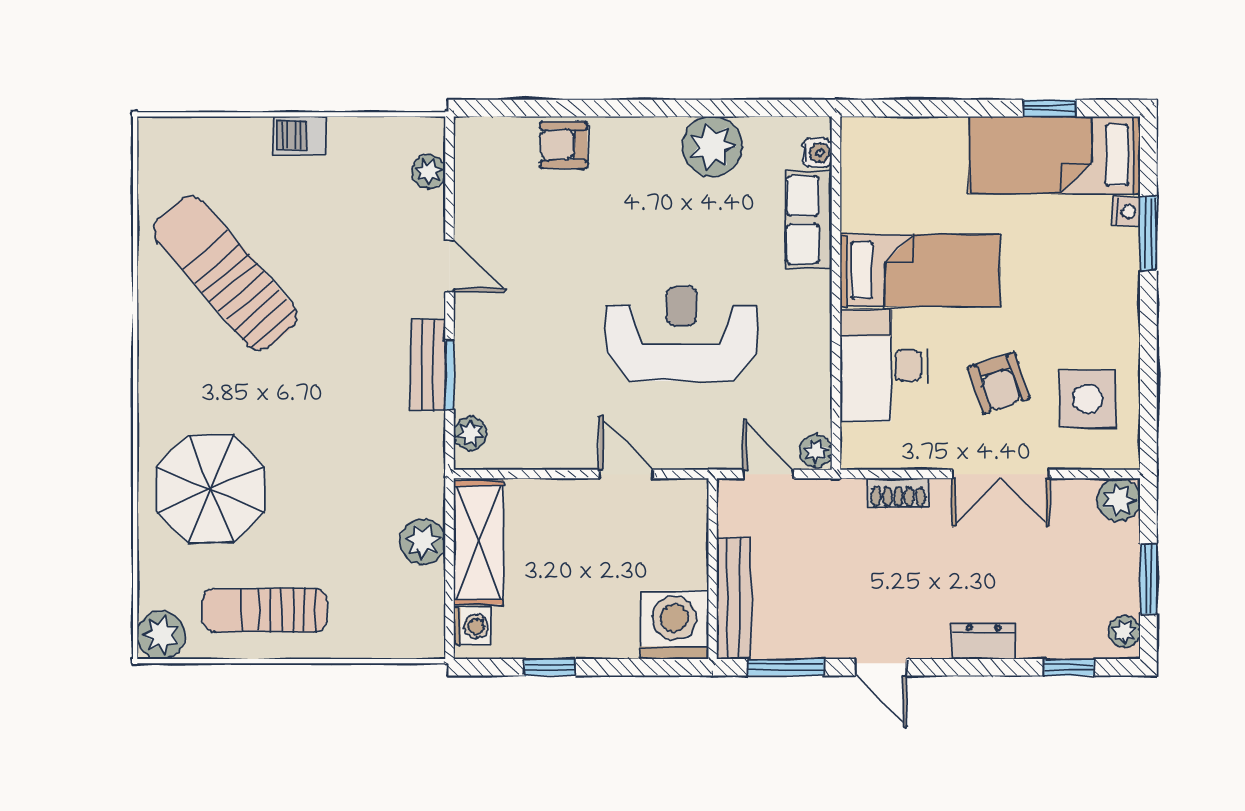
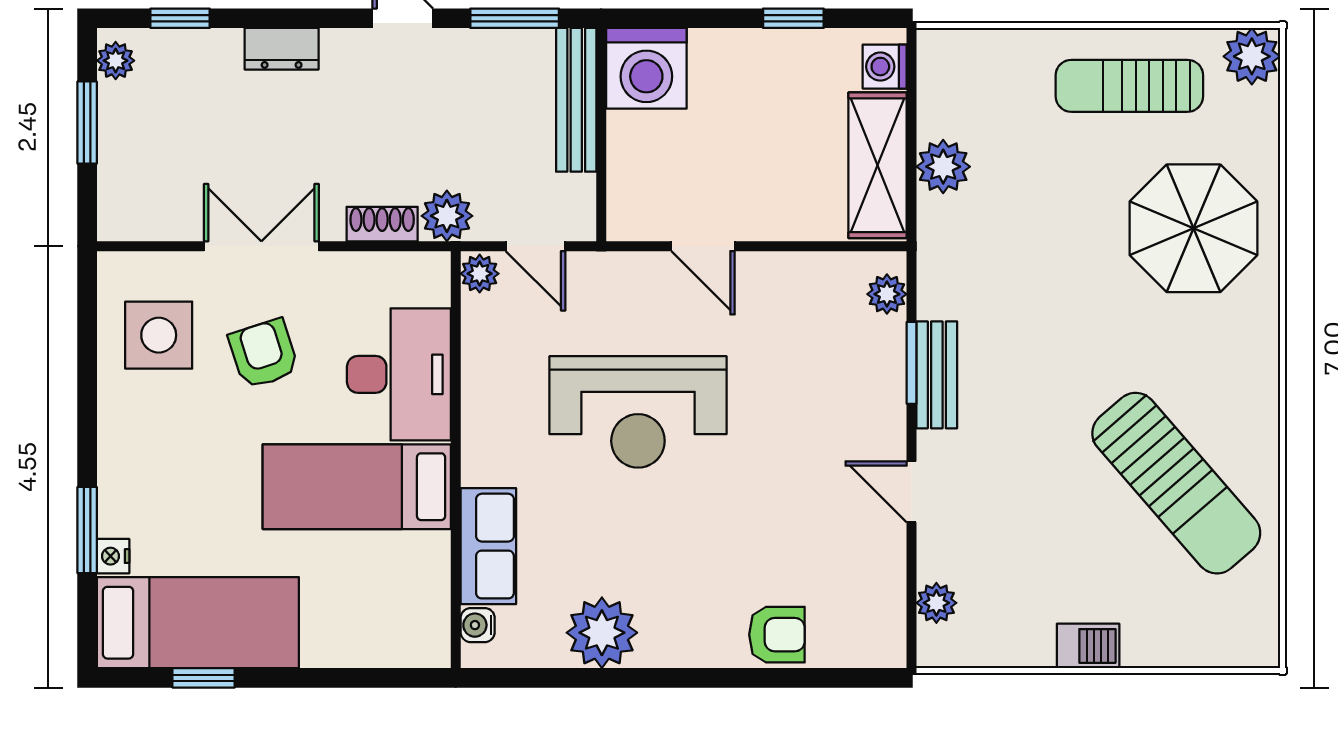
plant: (1119, 500) -> (447, 216), moved
sun lounger: (265, 610) -> (1129, 86), turned 180

